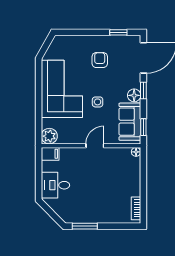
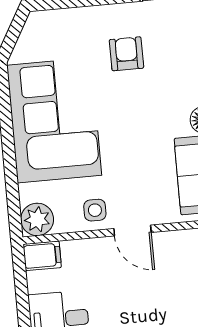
side table: (98, 102) -> (95, 210), moved
door: (95, 146) -> (132, 231), swing flipped

